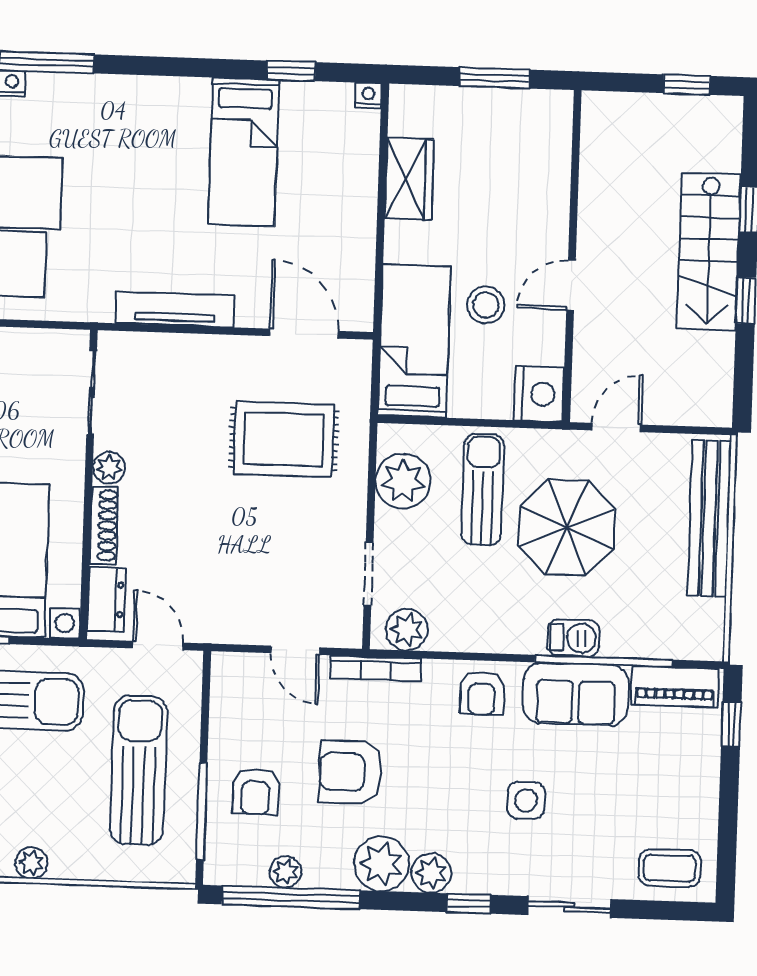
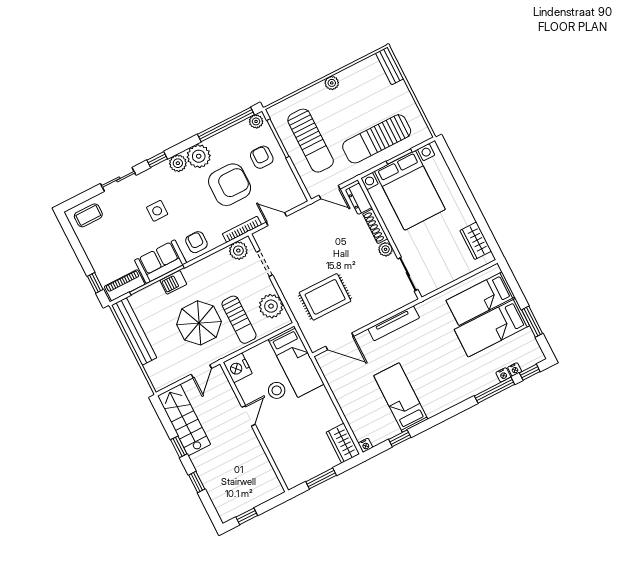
wardrobe: (409, 179) -> (343, 443), moved
stairs: (709, 252) -> (184, 420), moved
bench: (710, 518) -> (134, 331), moved
armchair: (351, 772) -> (230, 185), width x1.36, depth x1.36
plant: (285, 872) -> (256, 121), moved

